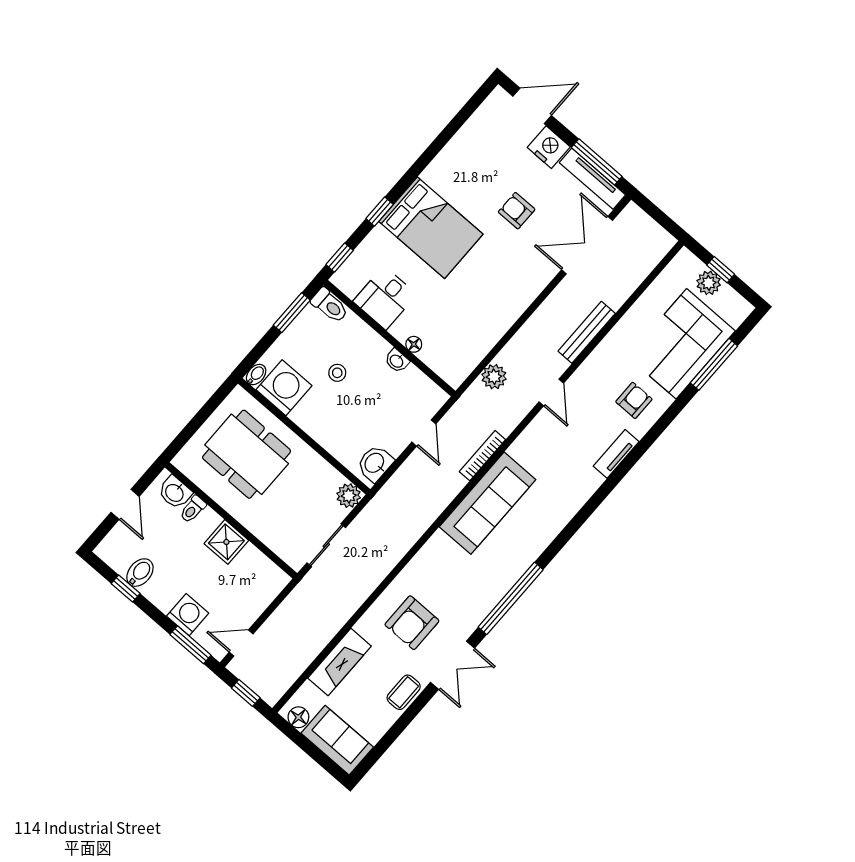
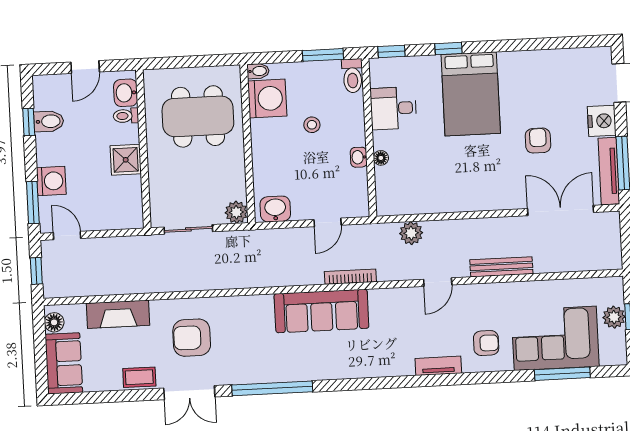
dining table: (247, 454) -> (198, 116), turned 90

